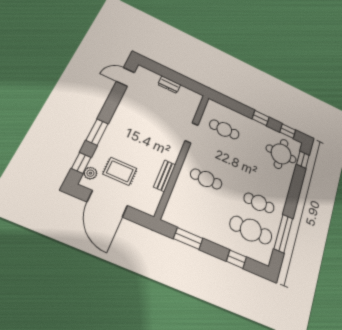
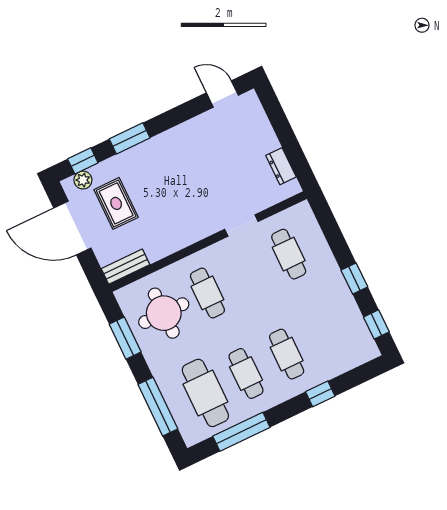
dresser: (169, 85) -> (281, 166), moved
round table: (281, 154) -> (164, 313), moved
window: (303, 160) -> (320, 394), moved
bench: (165, 176) -> (126, 267), moved
cafe table: (267, 177) -> (287, 354), added
door: (107, 204) -> (72, 228), hinge flipped
window: (236, 259) -> (158, 407), width x2.17

